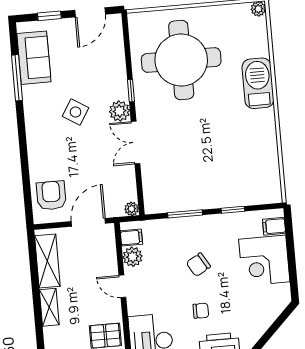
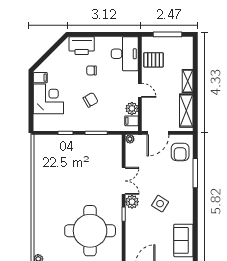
window: (17, 78) -> (195, 173), moved
barbecue: (258, 83) -> (43, 212), removed
filing cabinet: (274, 226) -> (40, 78), moved

